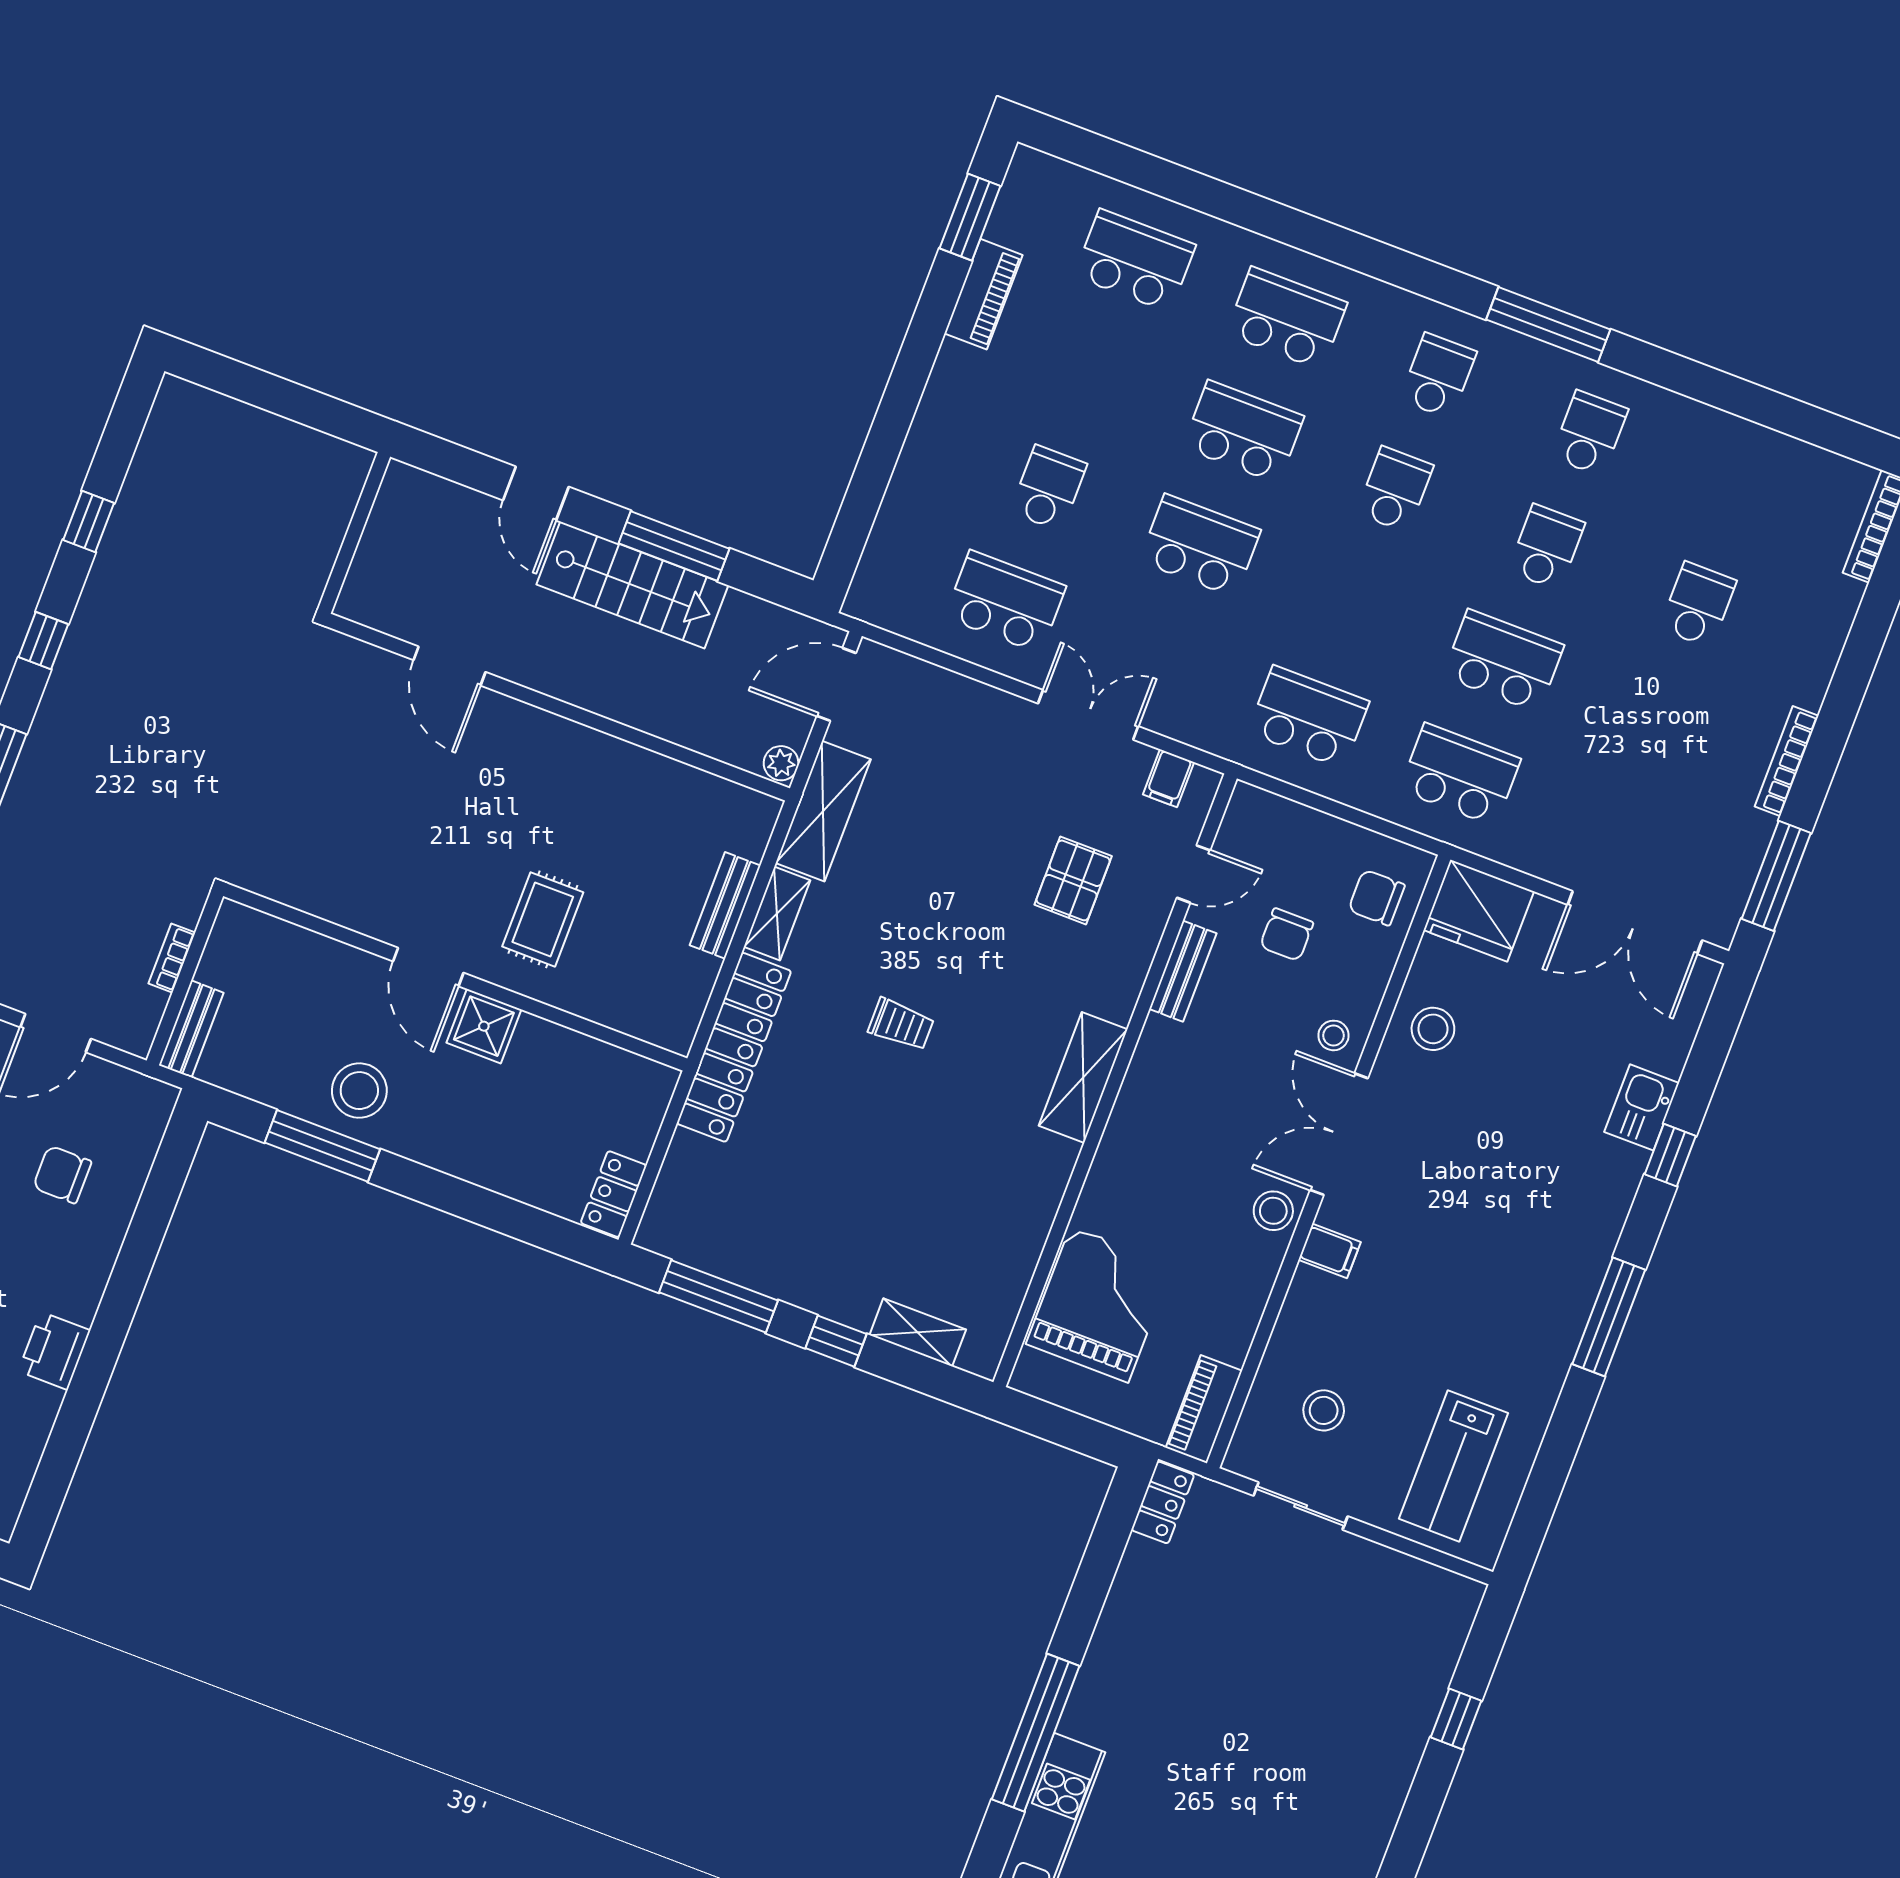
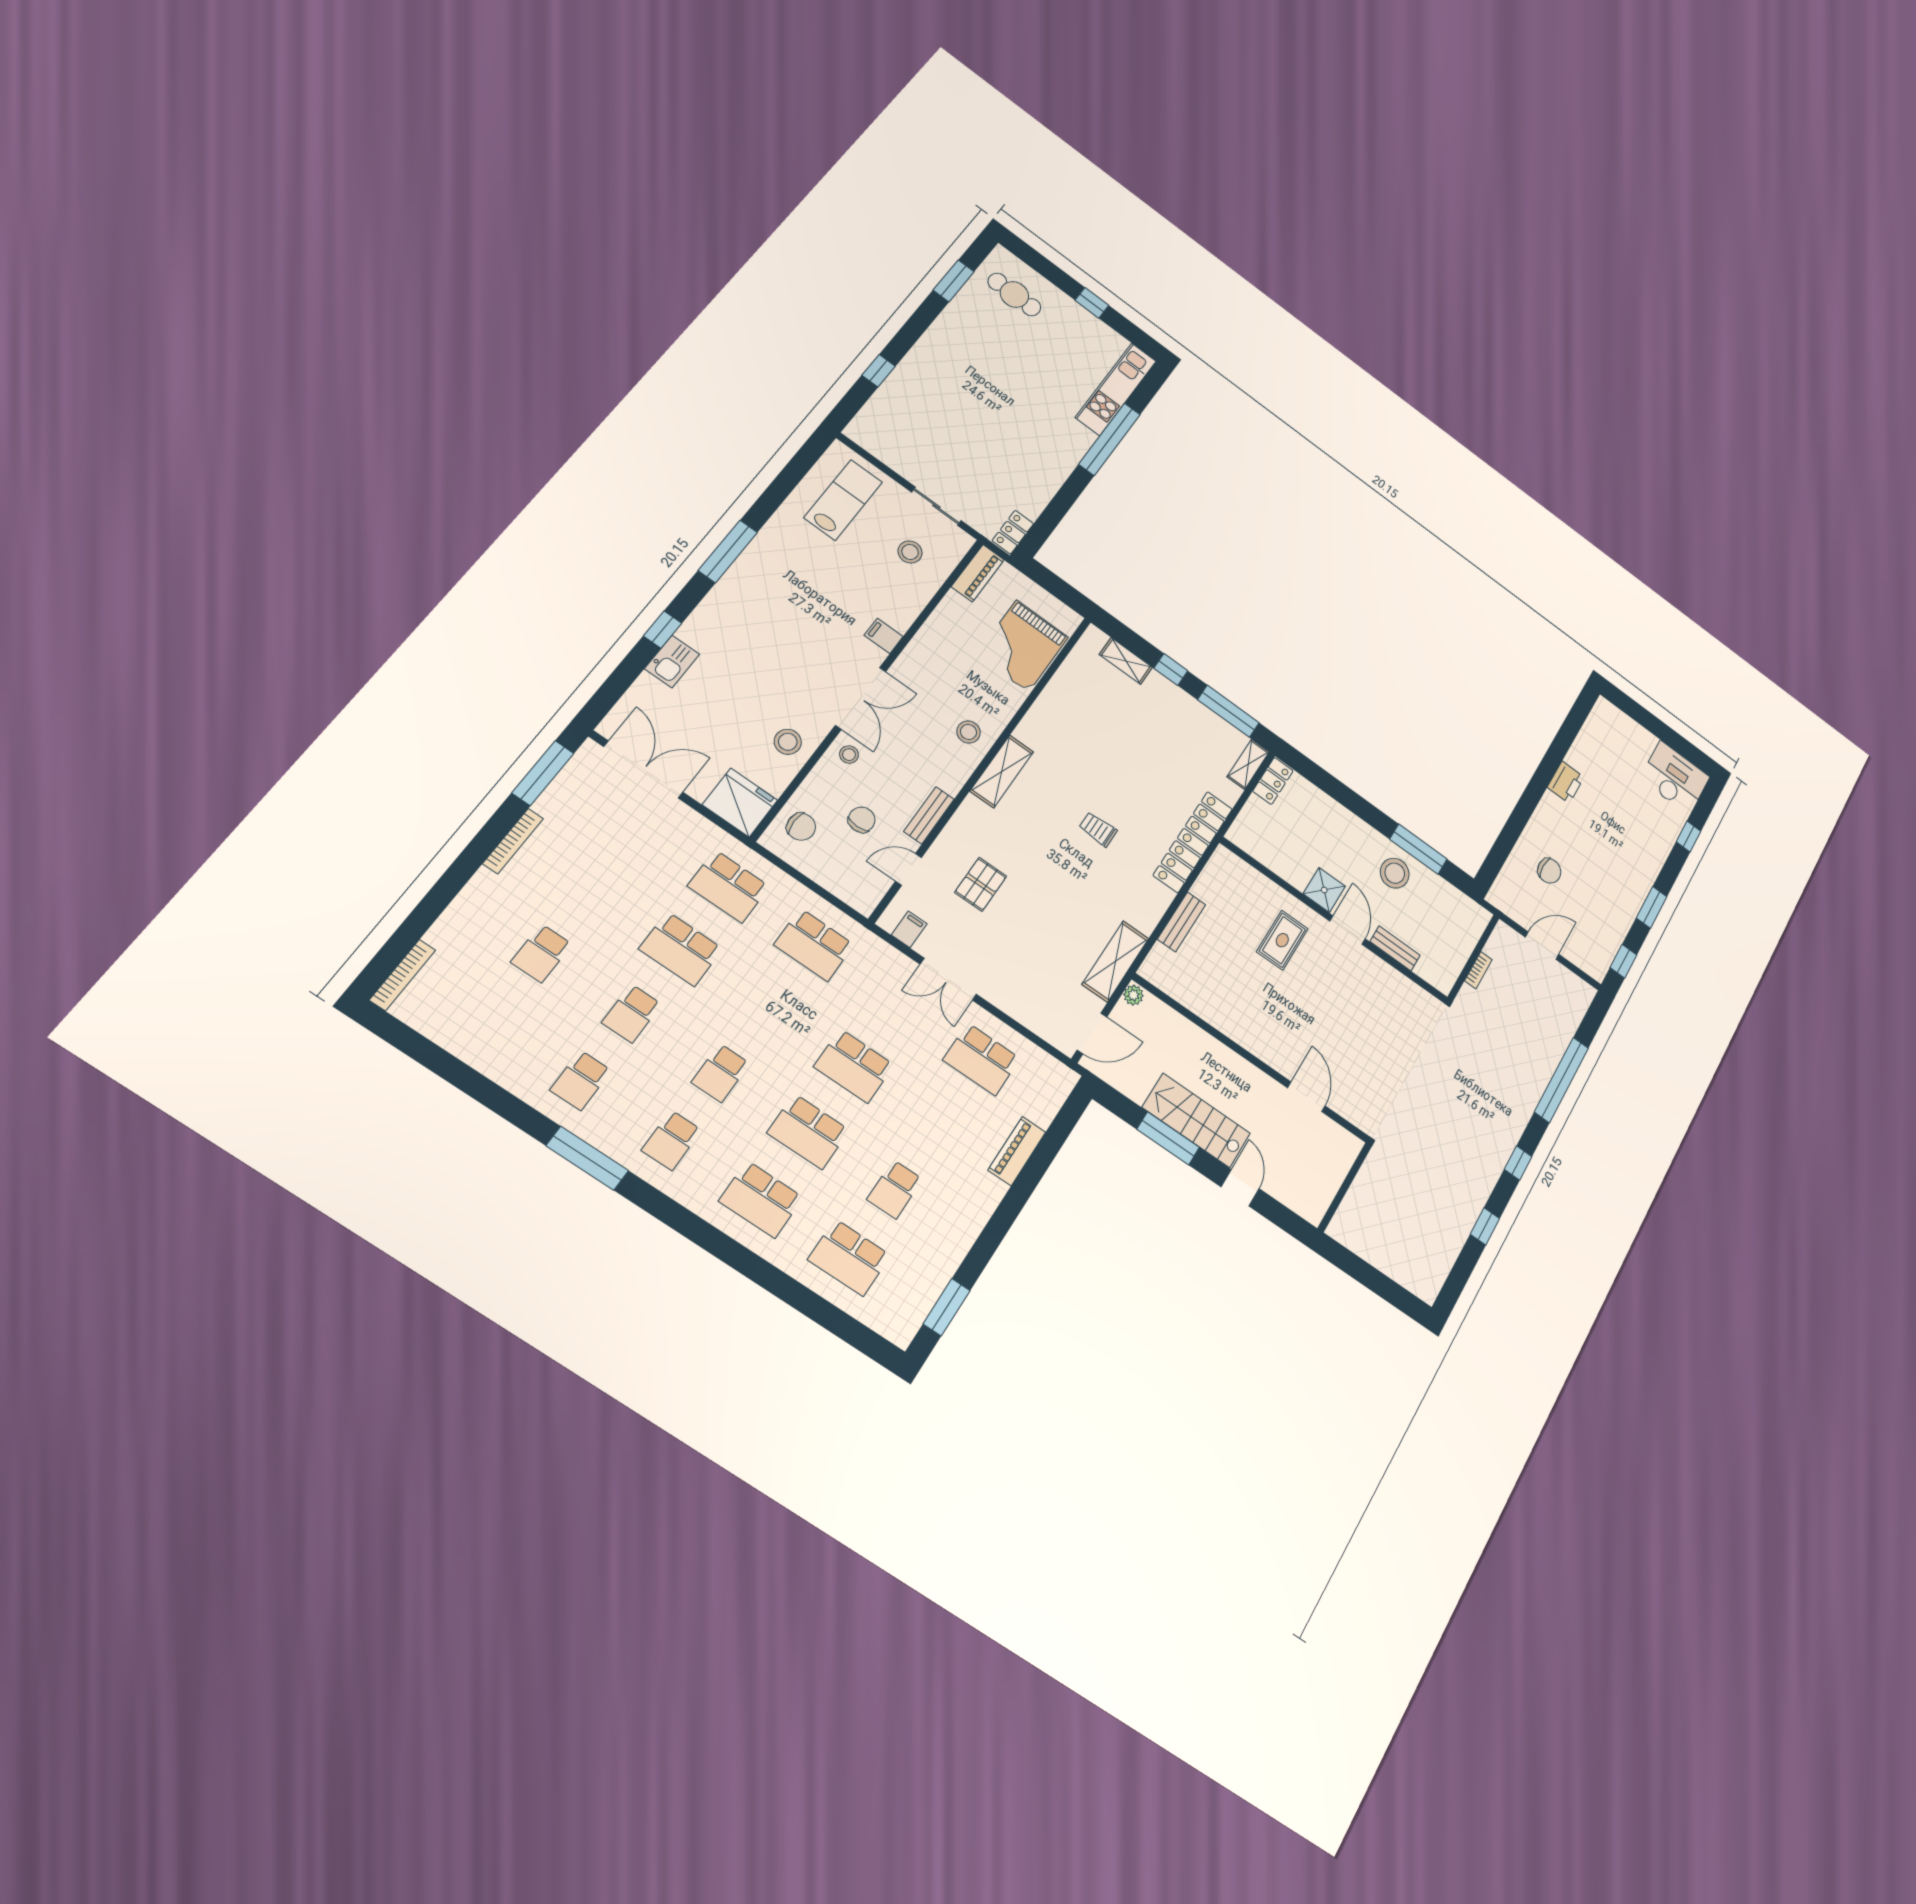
piano: (984, 294) -> (1017, 1151), moved
school desk: (1048, 488) -> (895, 1189), moved
shelving: (777, 913) -> (1248, 764), moved
bench: (191, 1029) -> (1395, 948), moved, turned 90
stool: (1273, 1211) -> (969, 732), moved

